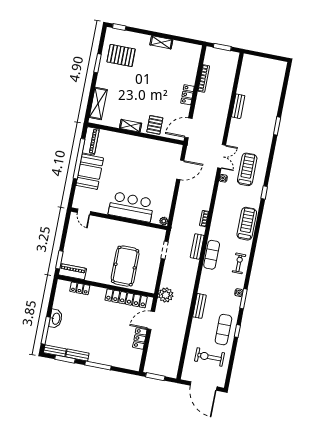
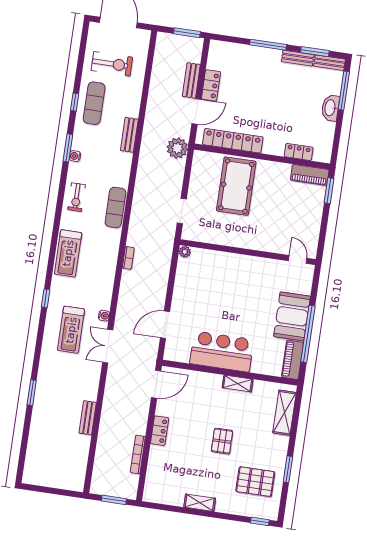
pallet: (155, 125) -> (222, 441), moved
bar counter: (131, 207) -> (222, 352), moved, turned 180
bench: (197, 246) -> (191, 80), moved

